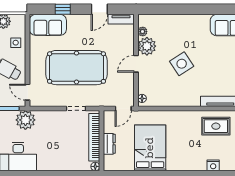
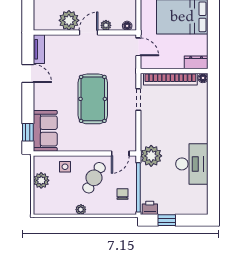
window: (63, 9) -> (28, 132), moved
plant: (143, 32) -> (106, 25), moved
door: (136, 64) -> (88, 33), swing flipped
pool table: (76, 68) -> (93, 99), width x0.73, depth x0.76
dresser: (109, 144) -> (196, 62), moved

